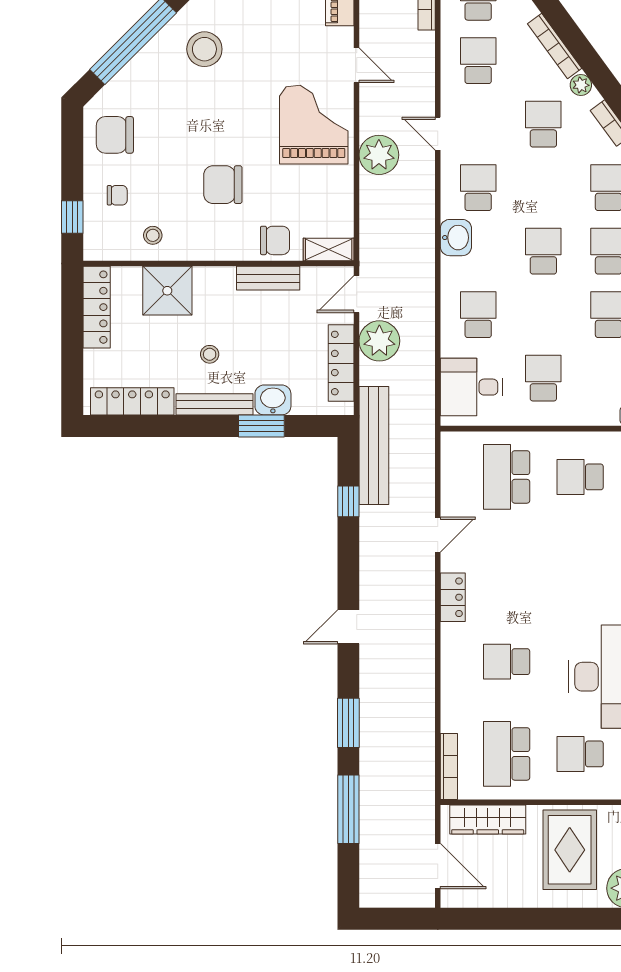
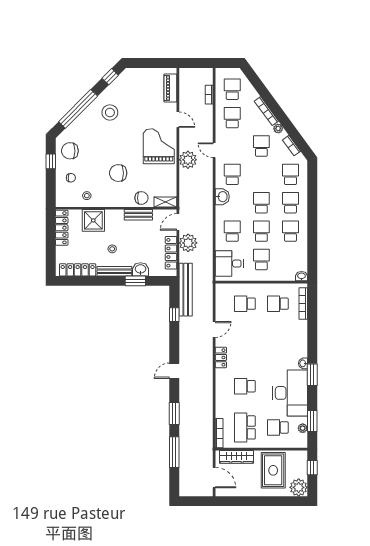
window: (72, 217) -> (51, 161), moved
school desk: (543, 315) -> (261, 231), added
school desk: (507, 477) -> (245, 304), width x0.54

